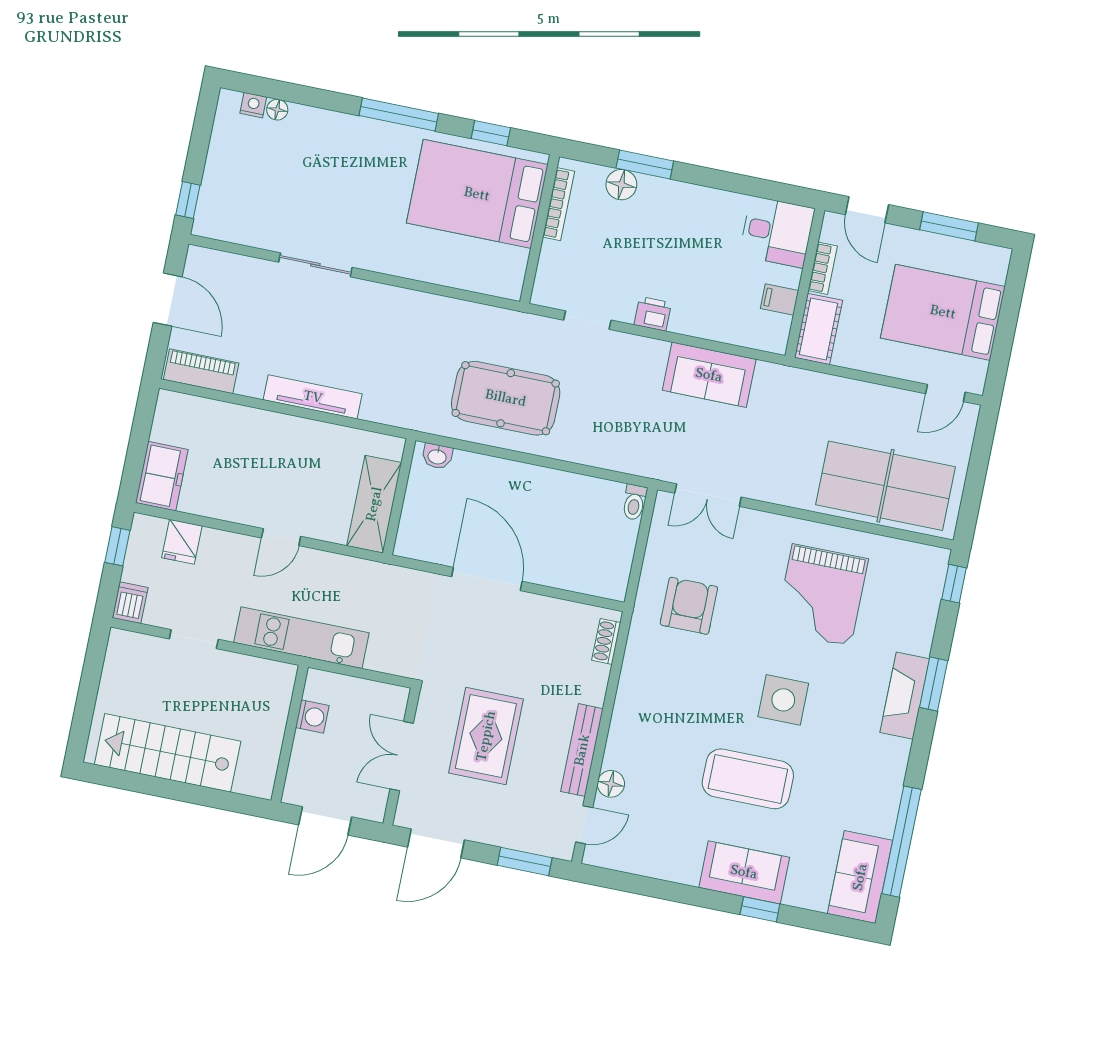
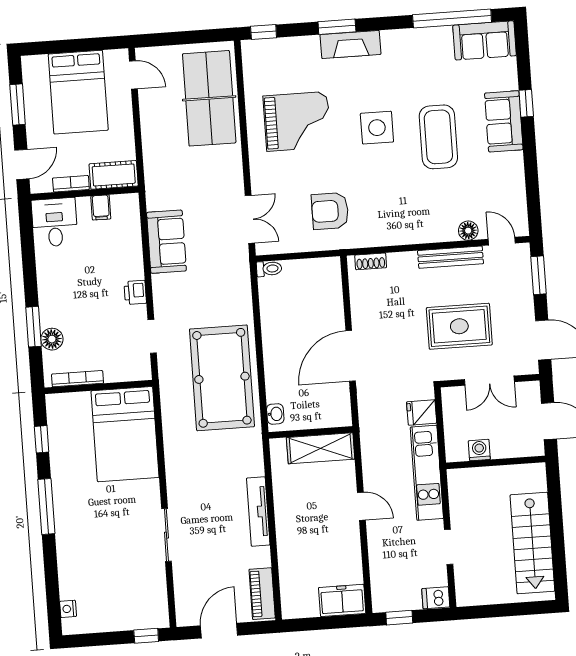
floor lamp: (277, 110) -> (67, 591), removed
bed: (477, 194) -> (125, 434), moved
pool table: (506, 398) -> (222, 378), width x1.36, depth x1.32
fridge: (182, 542) -> (422, 413), moved, turned 180

